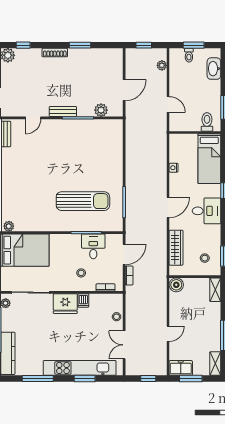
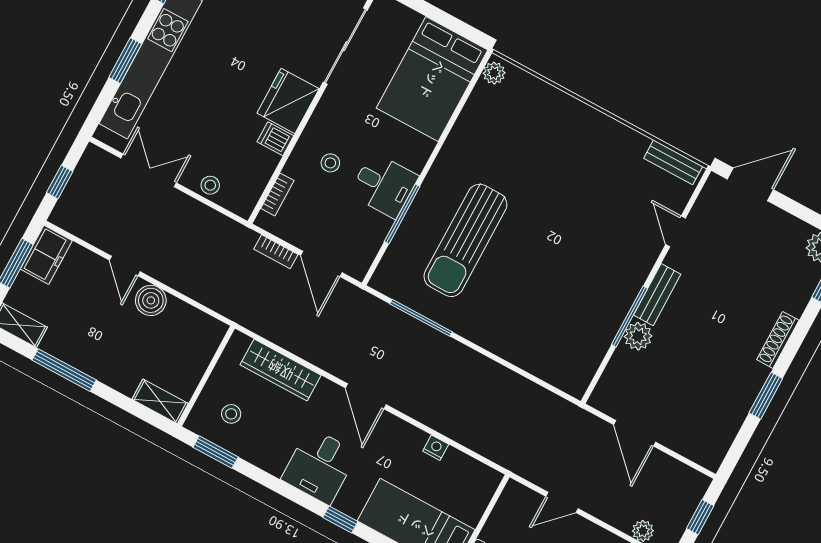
plant: (101, 110) -> (638, 336), moved
desk: (93, 246) -> (384, 185), moved
boiler: (176, 285) -> (151, 300), moved

